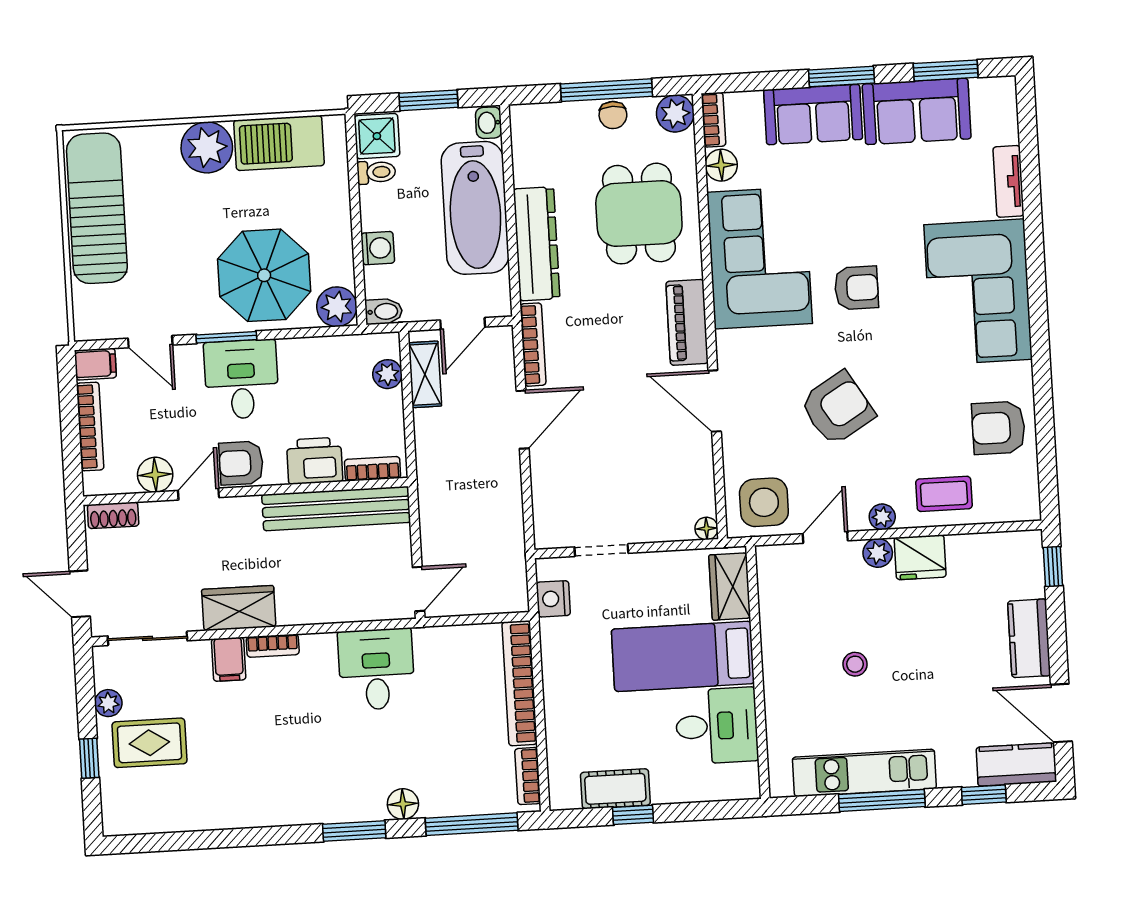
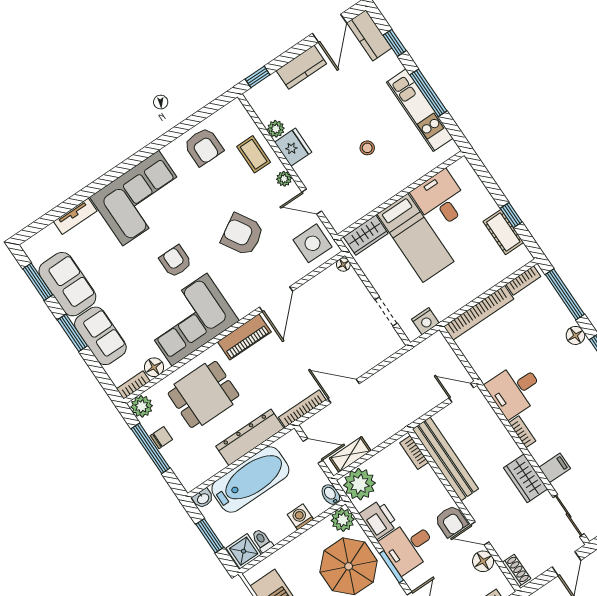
plant: (387, 374) -> (359, 484), width x1.88, depth x1.88
printer: (315, 461) -> (378, 520), moved, turned 180
plant: (878, 553) -> (276, 129), moved
bookcase: (273, 646) -> (522, 432), moved

